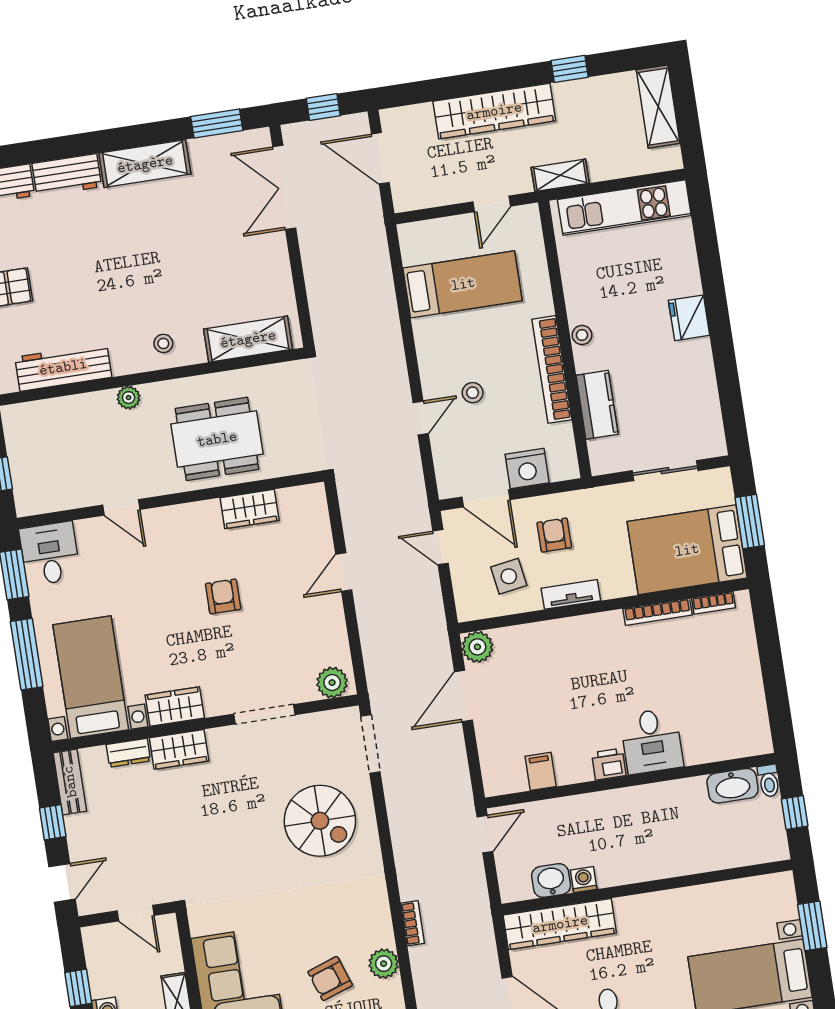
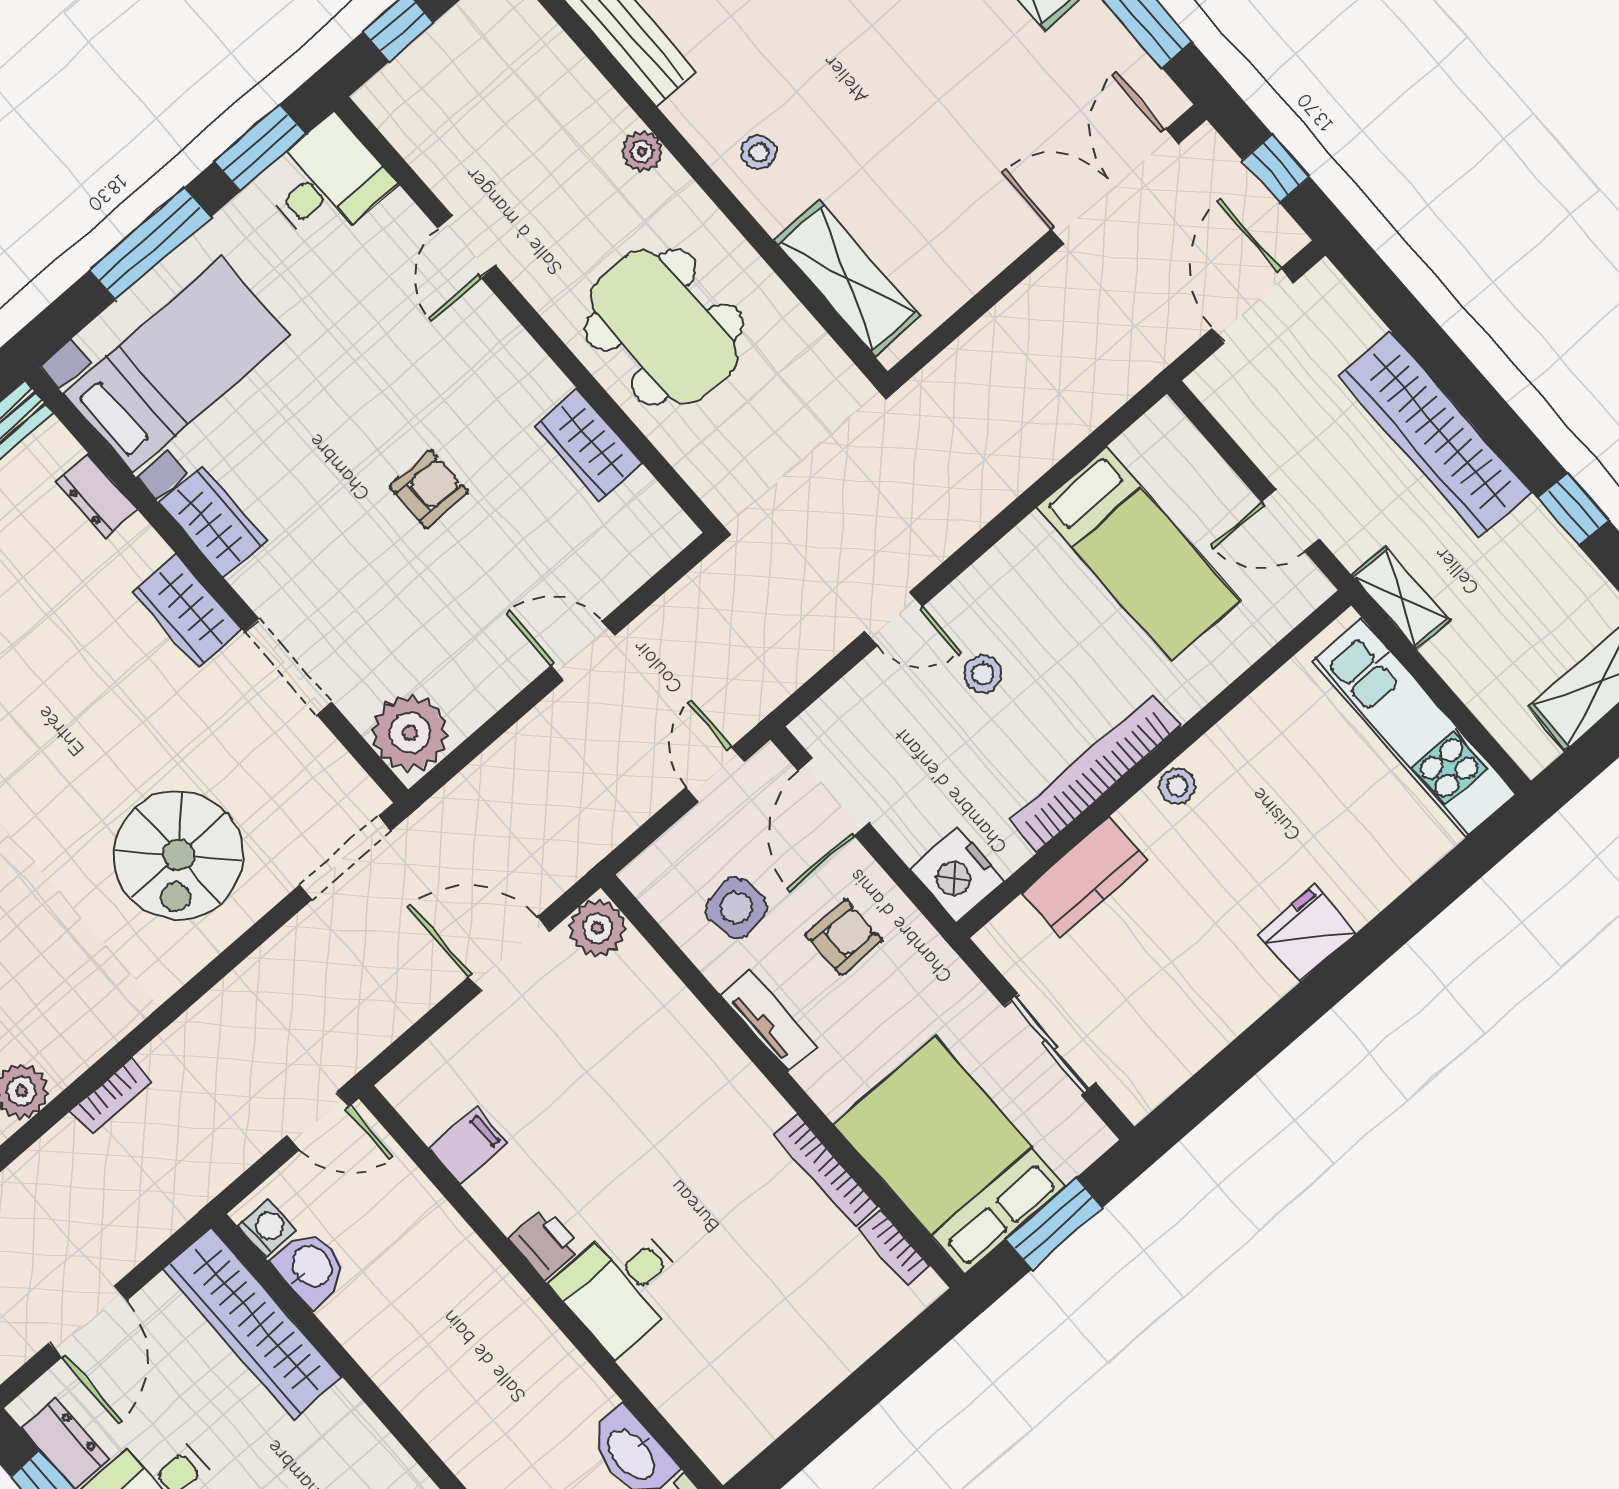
nightstand: (527, 469) -> (957, 875), moved
plant: (332, 683) -> (410, 733), width x1.36, depth x1.36
wardrobe: (179, 749) -> (187, 611), moved
washing machine: (584, 880) -> (267, 1228), moved

